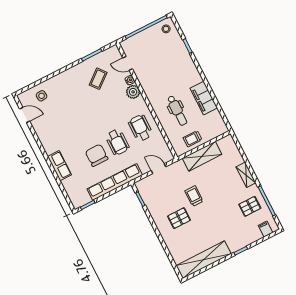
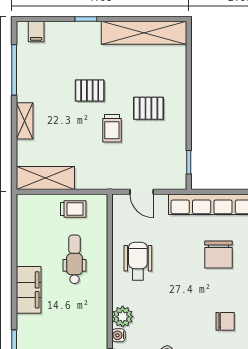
filing cabinet: (204, 98) -> (29, 290), moved
chair: (73, 119) -> (225, 321), added
wheelchair: (140, 128) -> (138, 261), turned 180
wheelchair: (117, 142) -> (180, 258), removed
shelving: (202, 156) -> (45, 178), moved
pallet: (250, 206) -> (90, 90), moved

